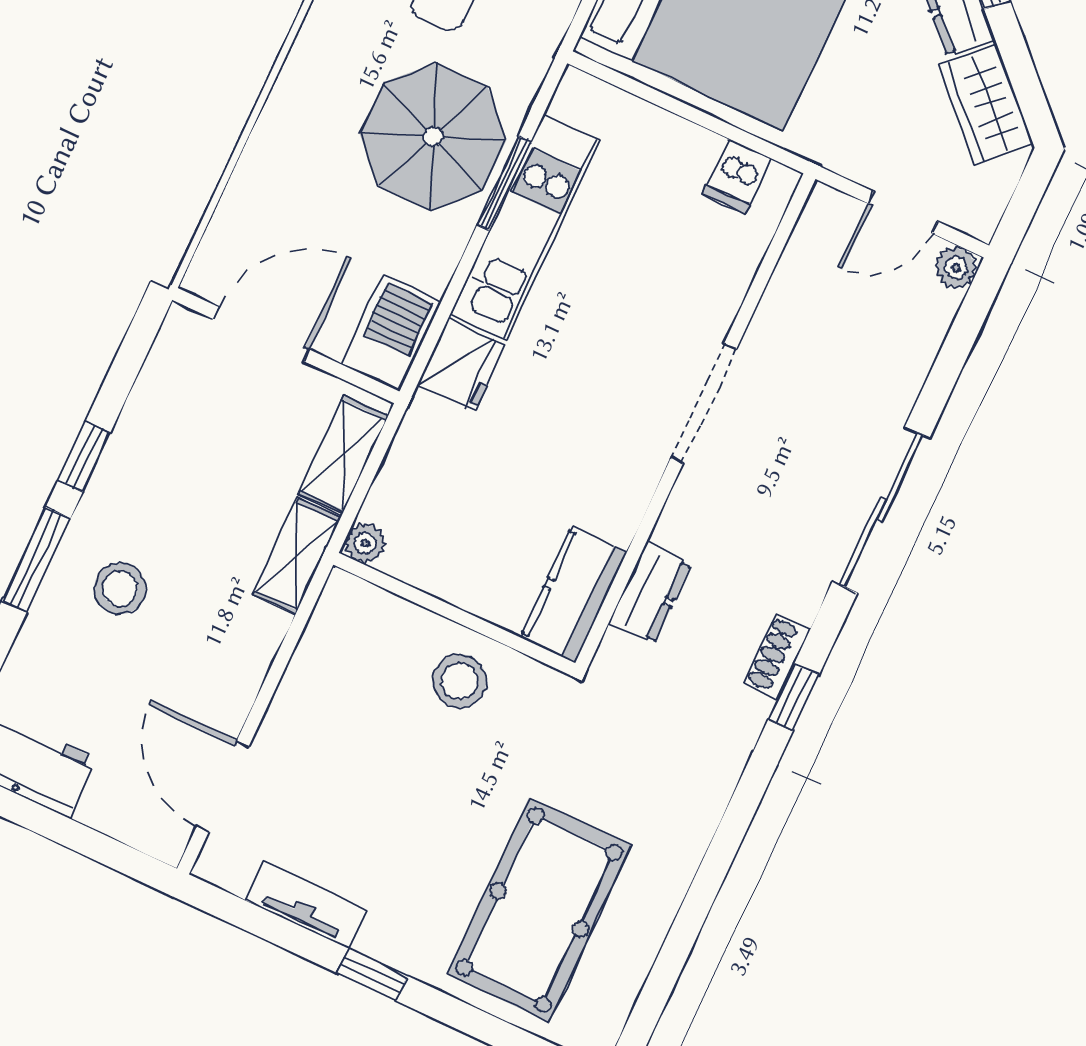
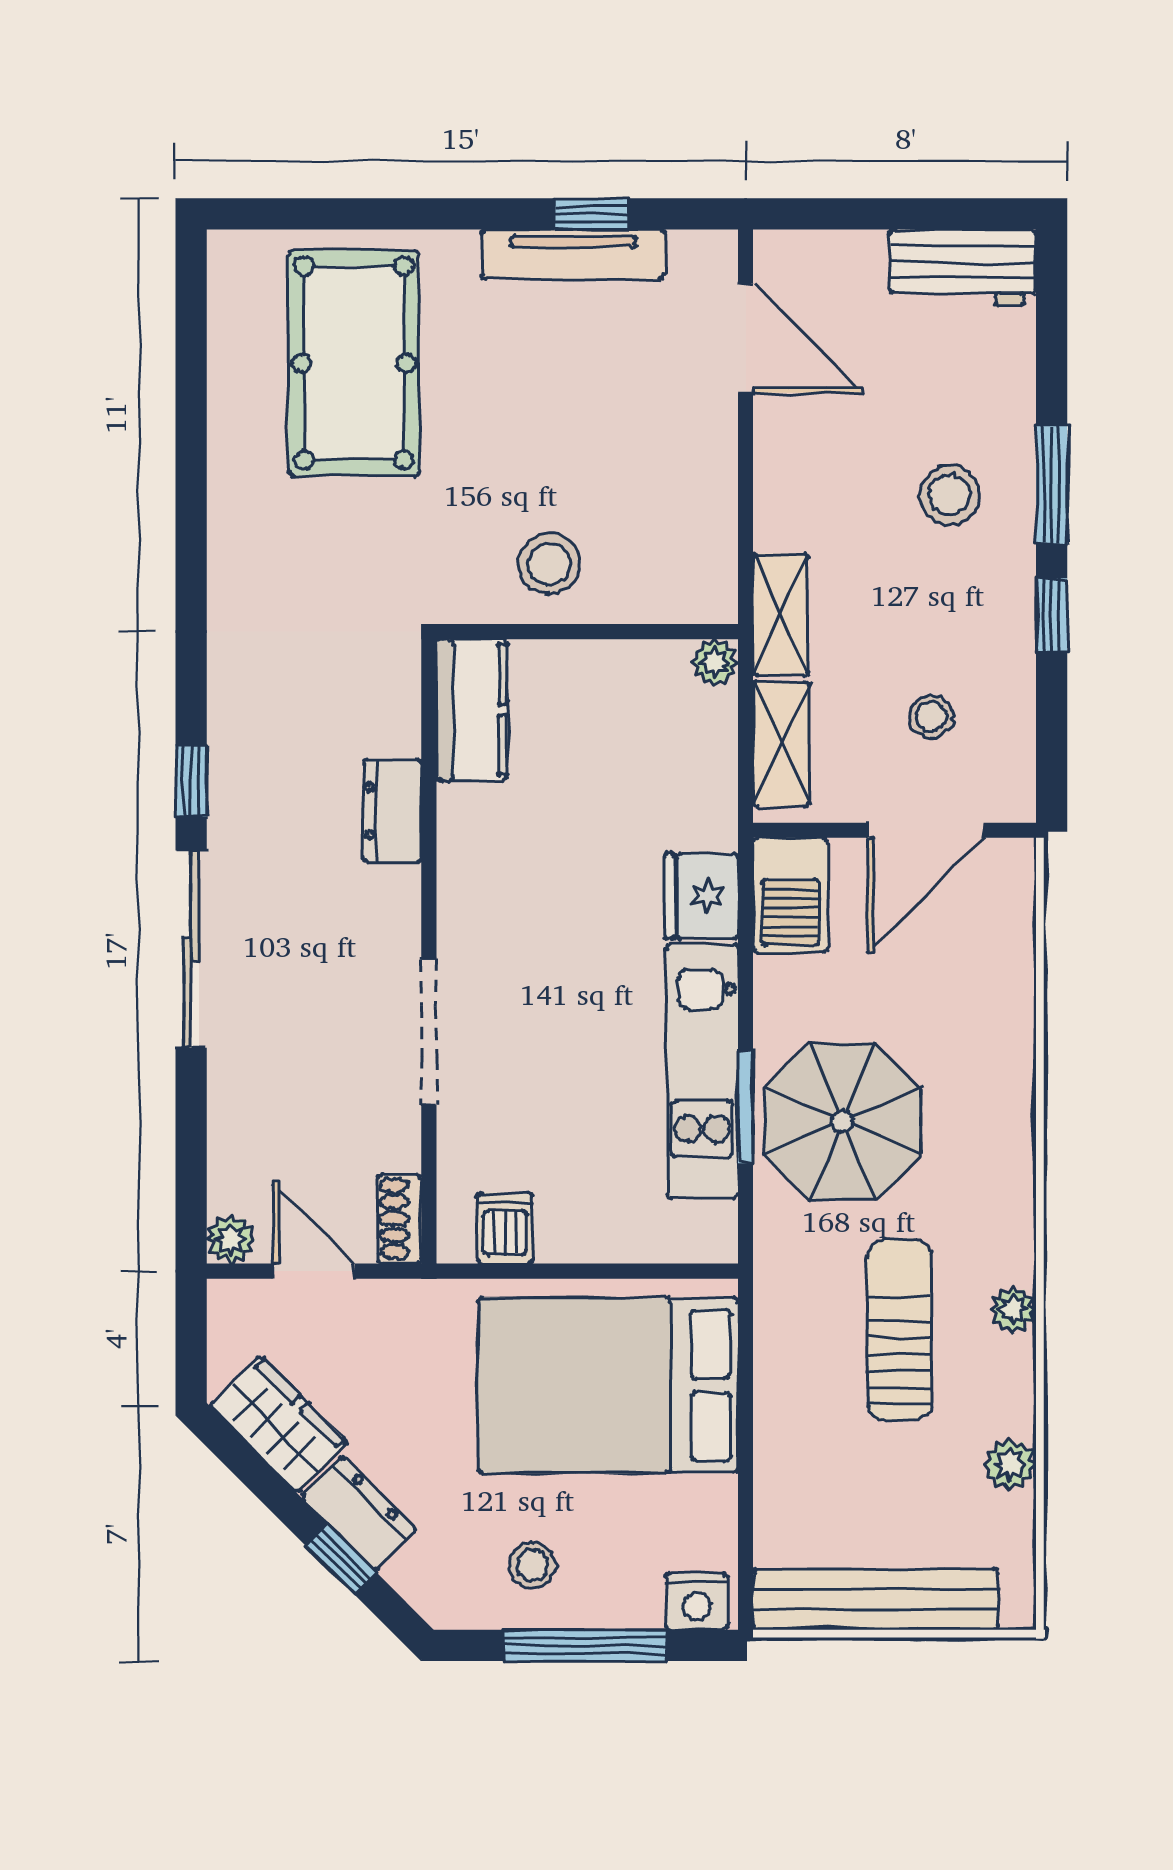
door: (903, 212) -> (314, 1271), hinge flipped
doorway: (704, 403) -> (429, 1032), moved
stool: (215, 421) -> (931, 717), added
dresser: (650, 593) -> (392, 811), moved
shoe rack: (777, 656) -> (400, 1219), moved, turned 180
window: (794, 697) -> (191, 781), moved
tv unit: (306, 905) -> (573, 254), width x1.41
window: (372, 974) -> (592, 214), moved

